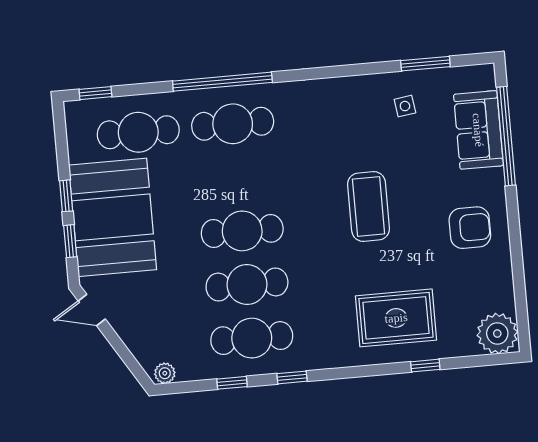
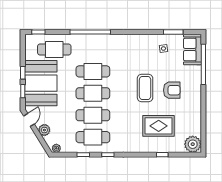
cafe table: (233, 124) -> (93, 71), moved
sofa: (478, 130) -> (192, 49), moved
armchair: (470, 228) -> (172, 90), moved
door: (92, 310) -> (29, 120), swing flipped
rug: (396, 318) -> (159, 126), moved
plant: (132, 331) -> (44, 130), added

